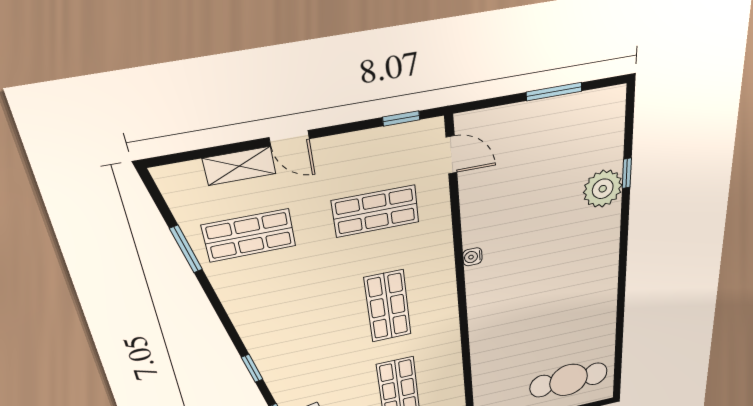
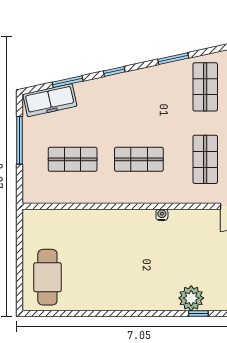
window: (186, 249) -> (173, 59), moved

